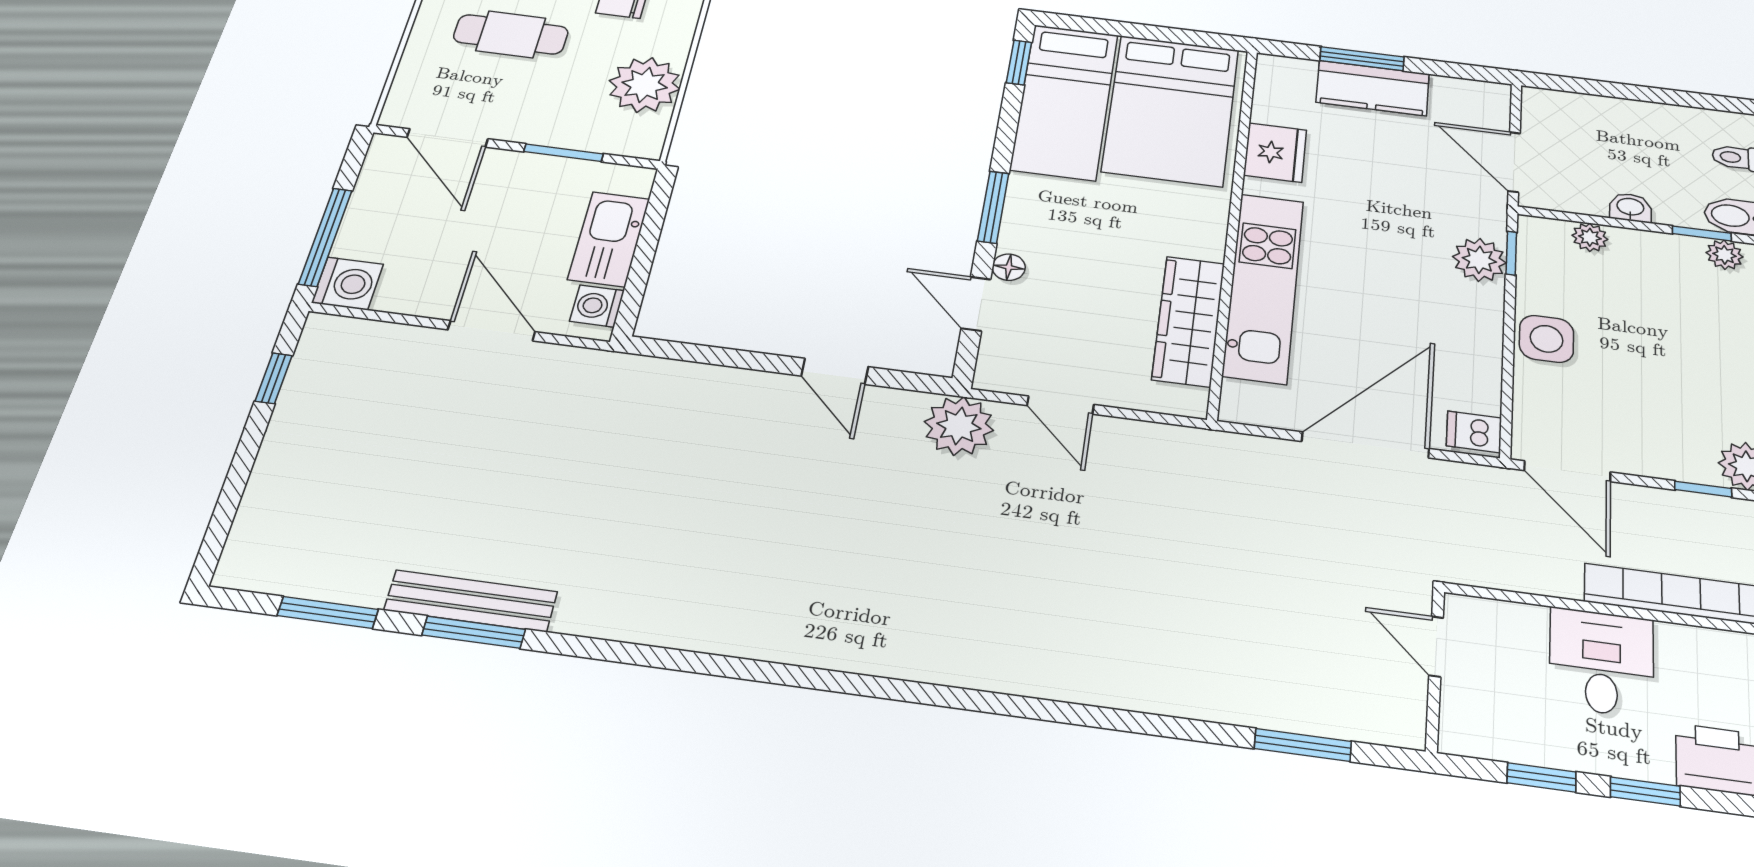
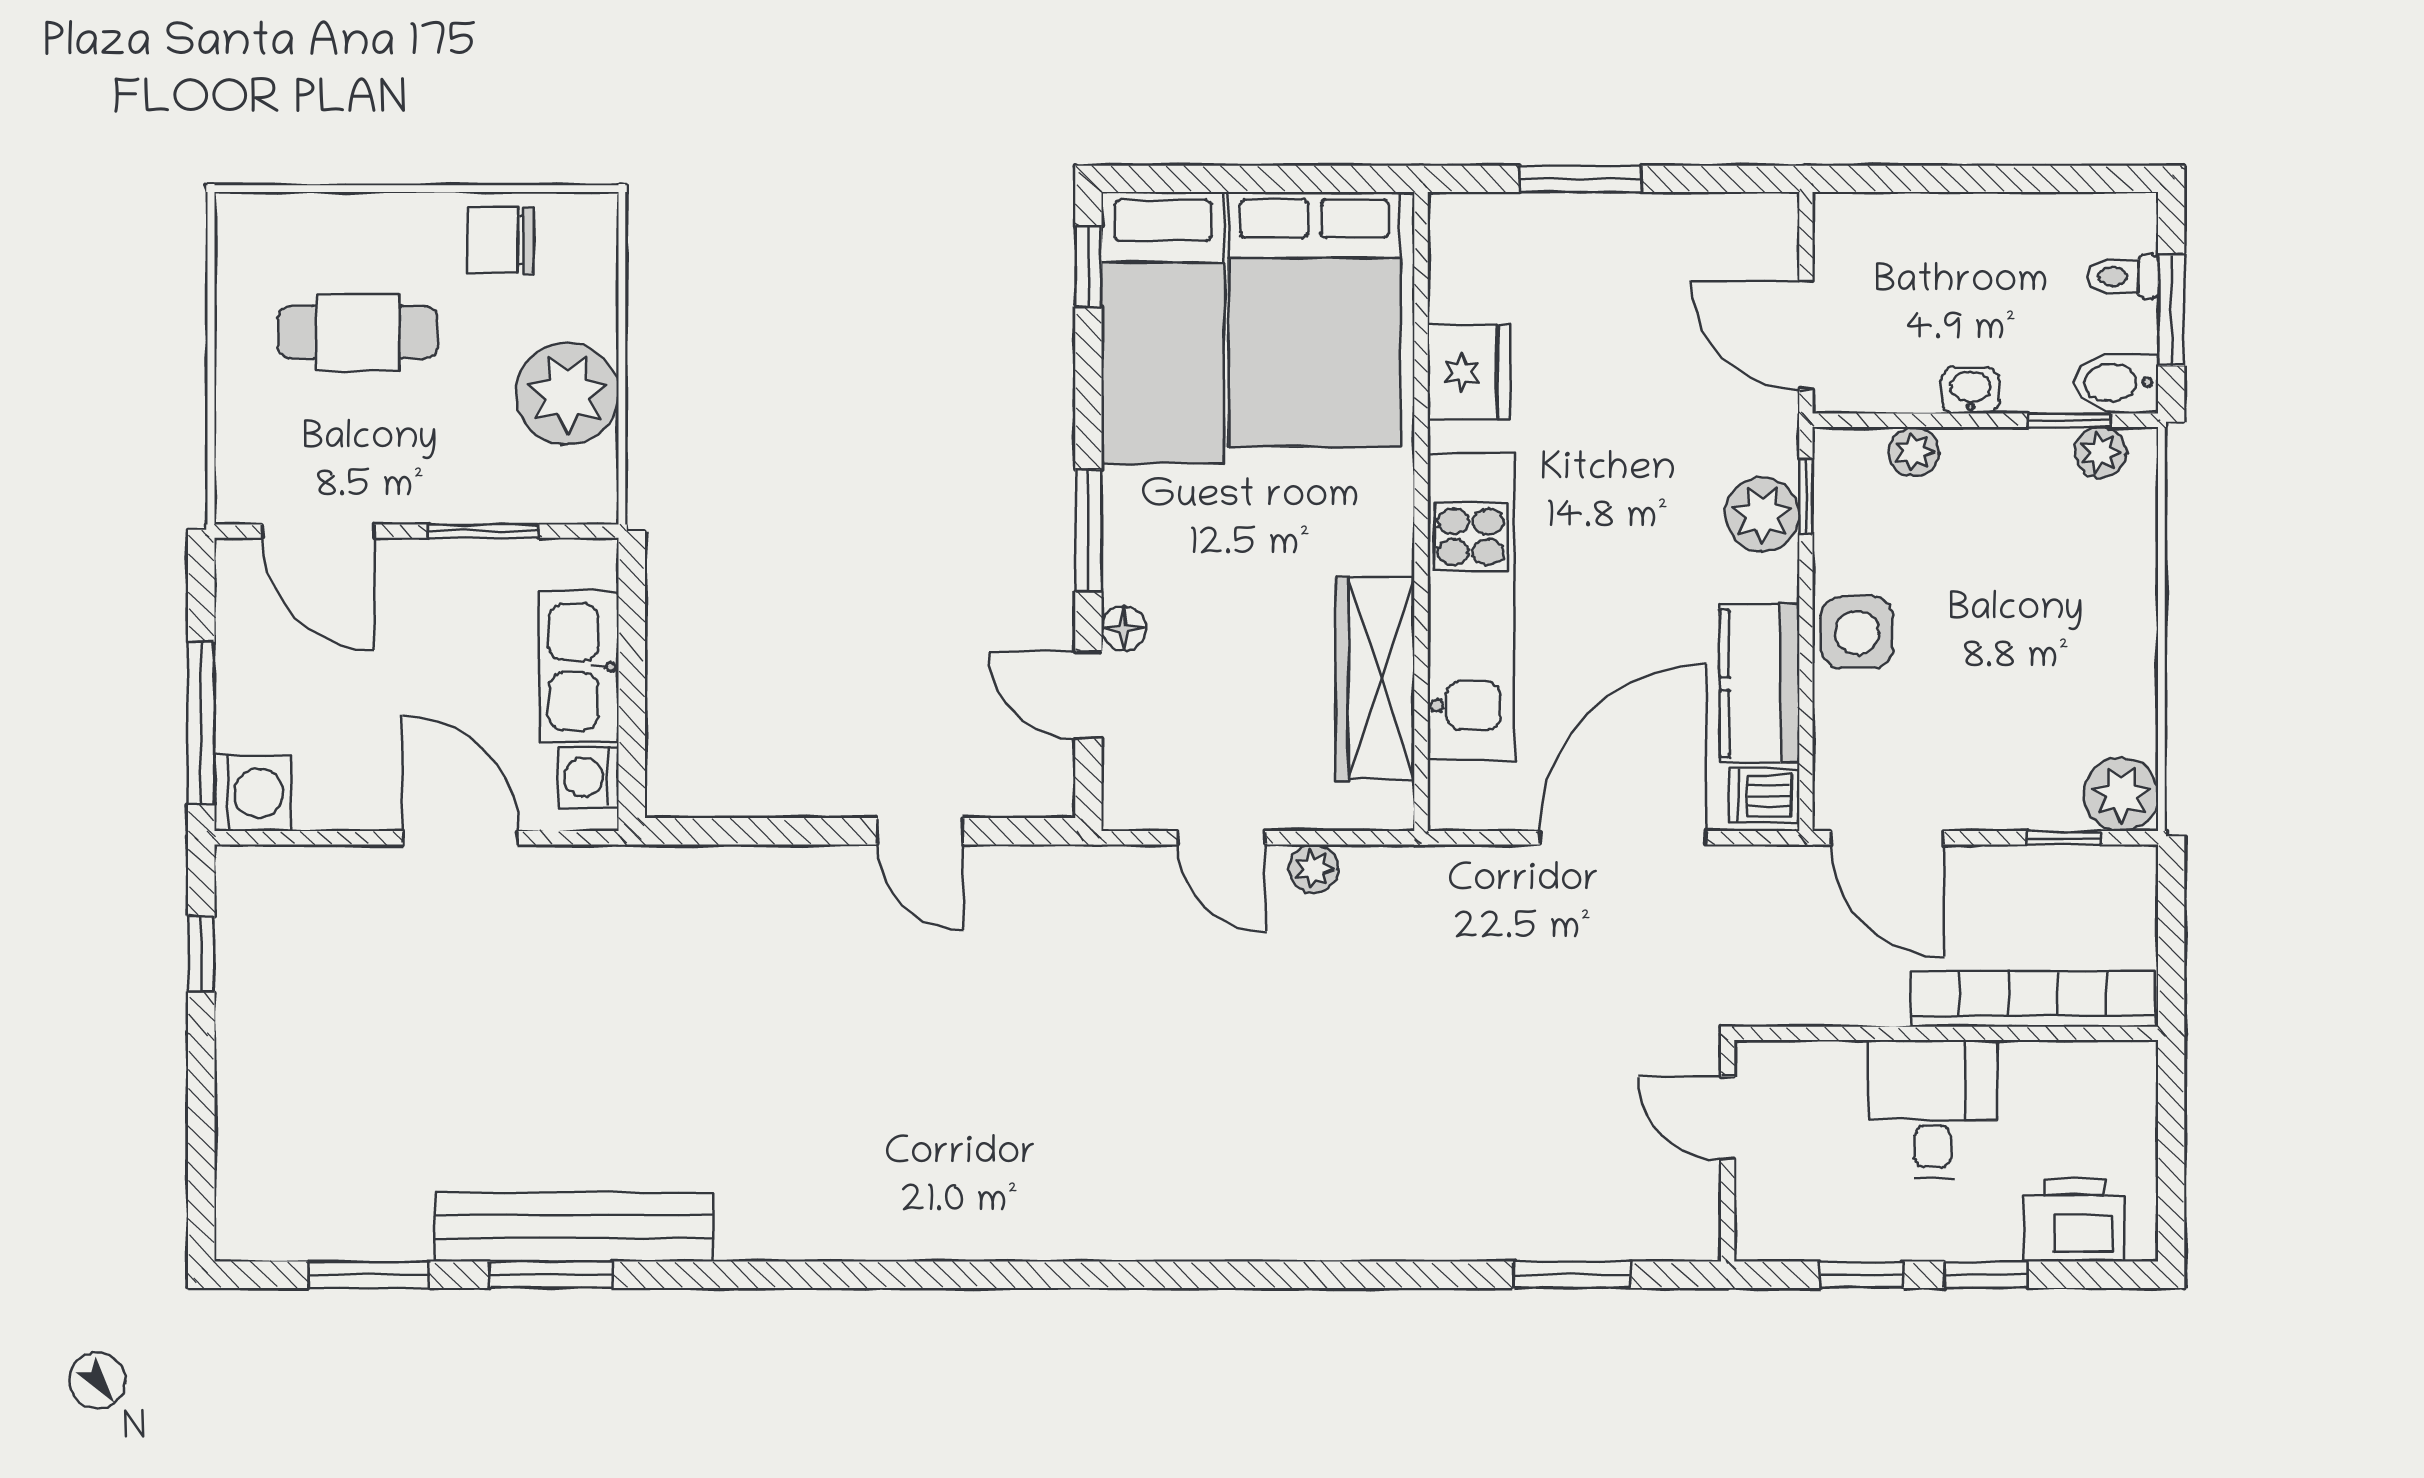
kitchen counter: (1373, 88) -> (1760, 683), moved, turned 90
plant: (959, 426) -> (1314, 869), moved, width x0.53, depth x0.53
bench: (471, 601) -> (574, 1227), width x1.37, depth x1.21

